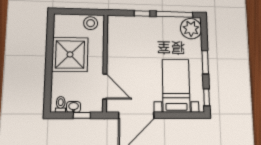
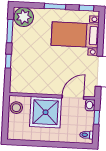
window: (175, 14) -> (10, 31), width x0.69
shower: (70, 54) -> (46, 112), moved
washbasin: (74, 107) -> (90, 105), moved

